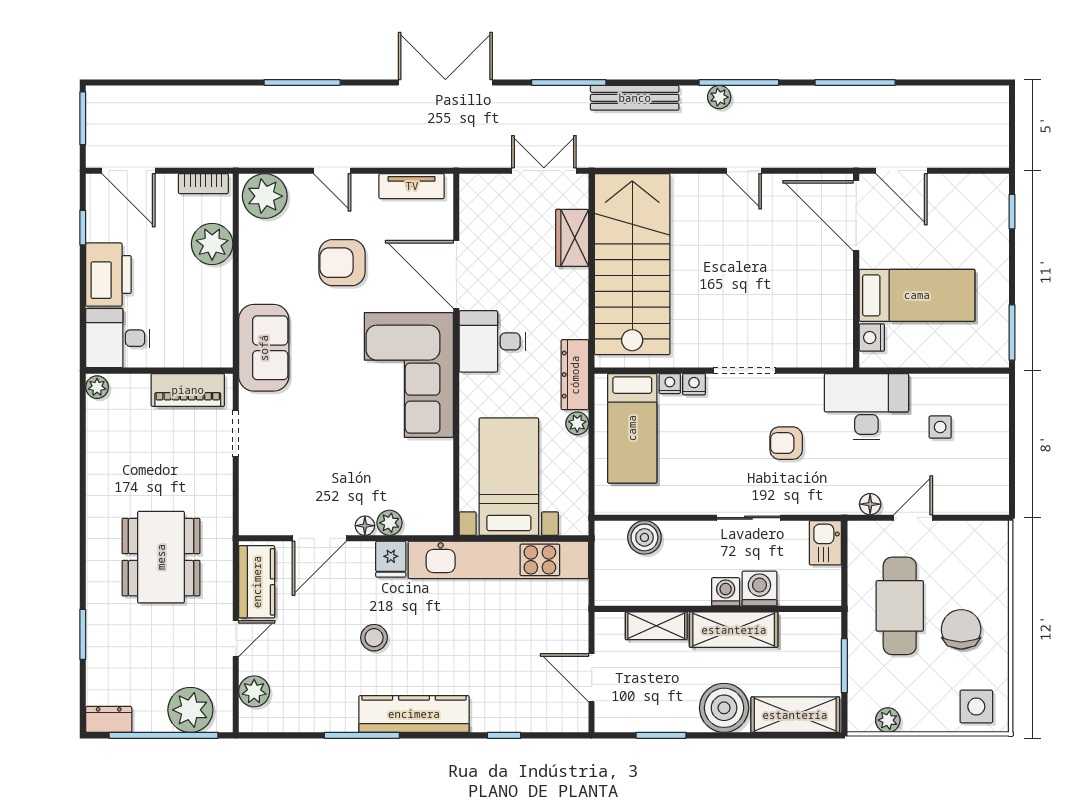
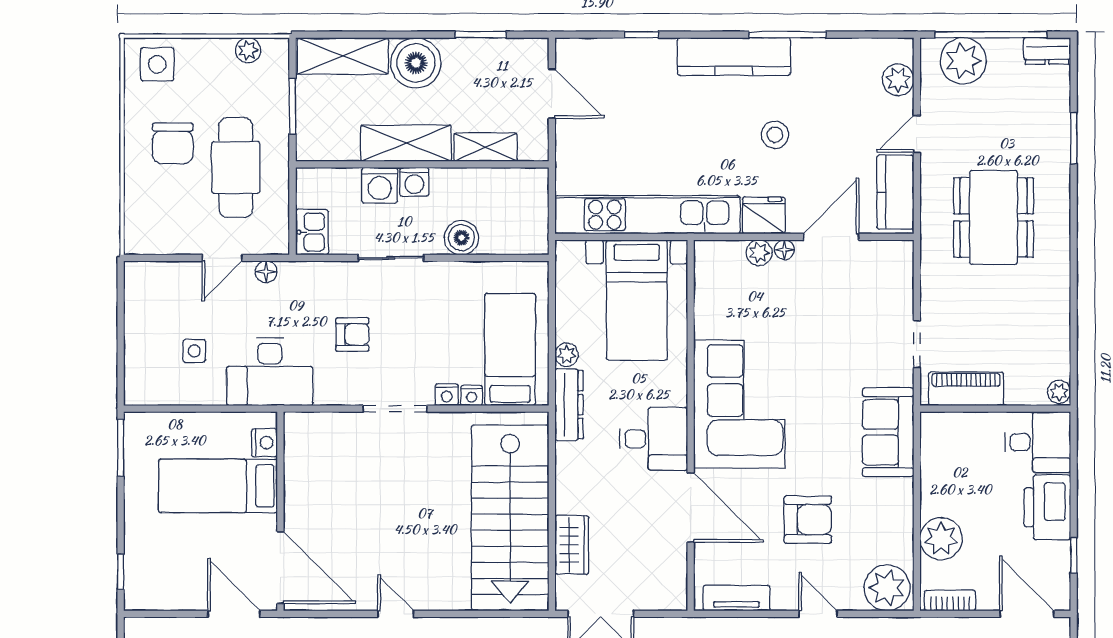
boiler: (644, 537) -> (461, 238), moved
fridge: (391, 559) -> (764, 215), width x1.38

